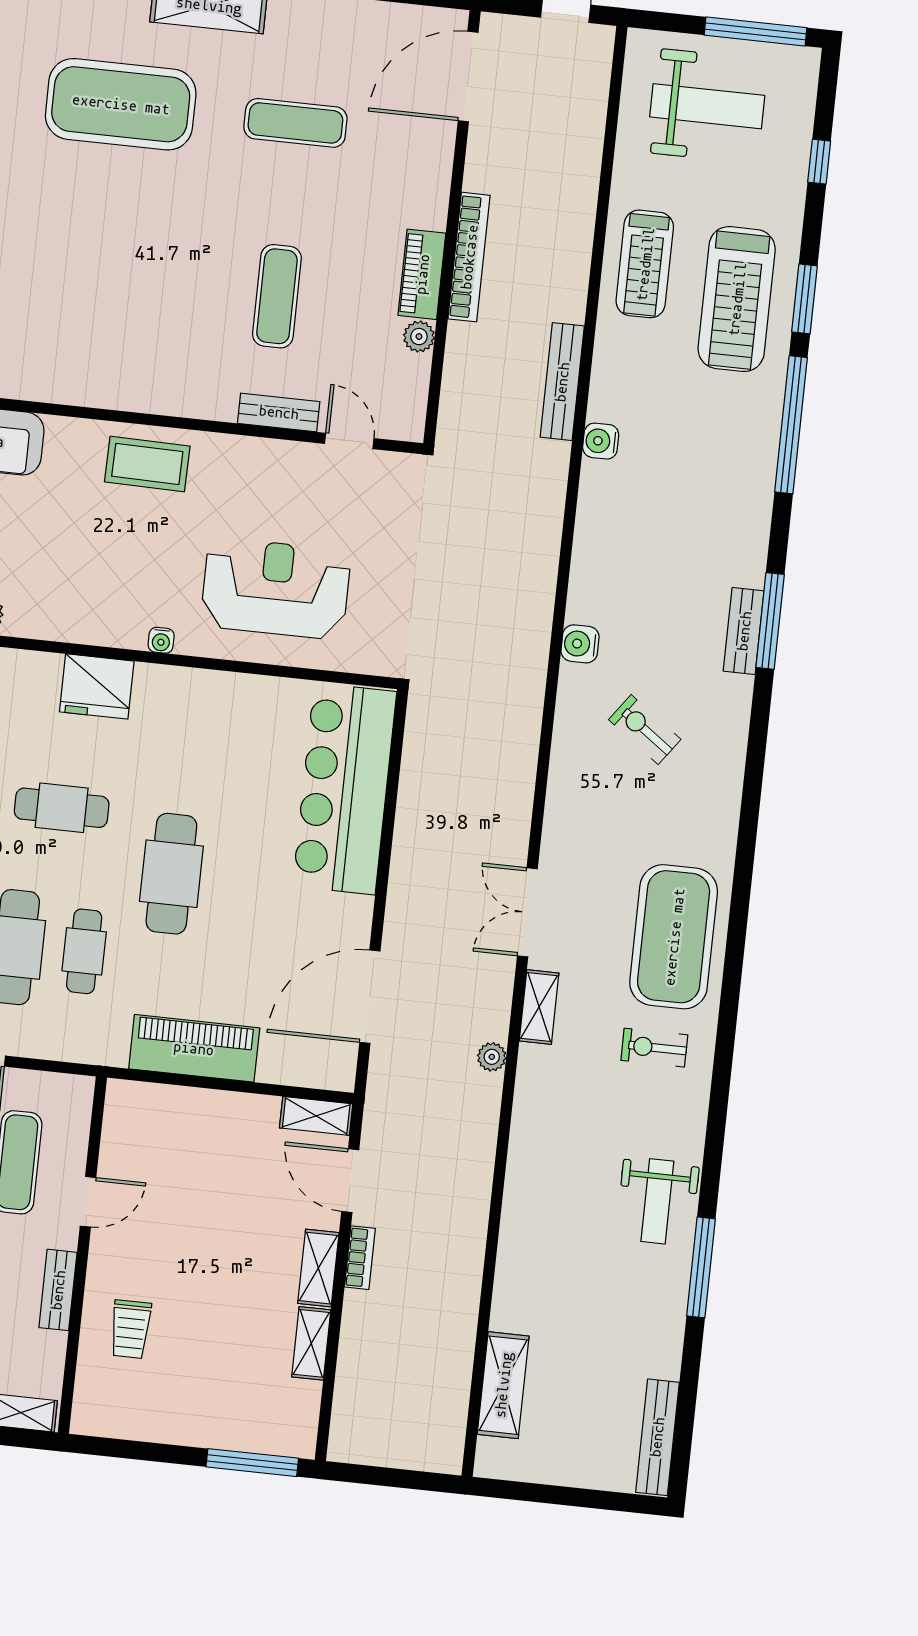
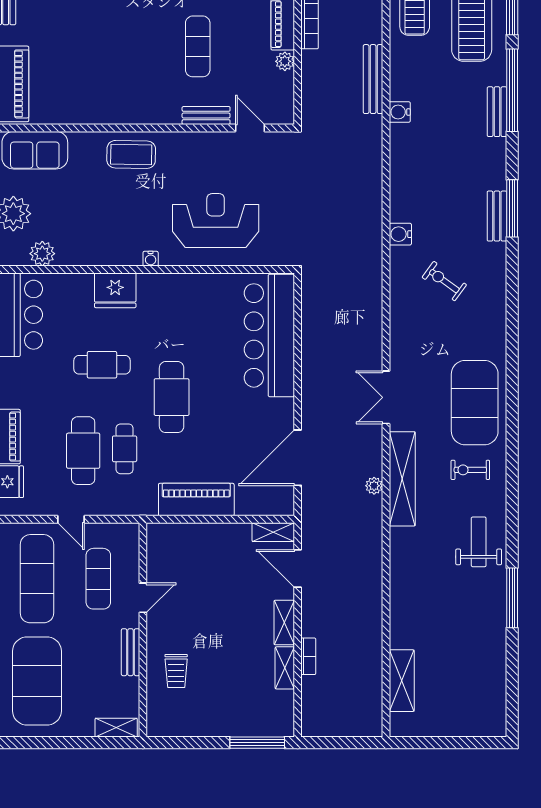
shelving: (539, 1007) -> (402, 479), width x2.20, depth x1.33
weight bench: (657, 1201) -> (479, 542), moved, turned 180
bookcase: (360, 1258) -> (308, 656), moved
bench: (657, 1437) -> (497, 112), moved, width x0.73

